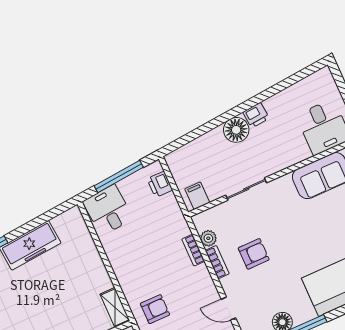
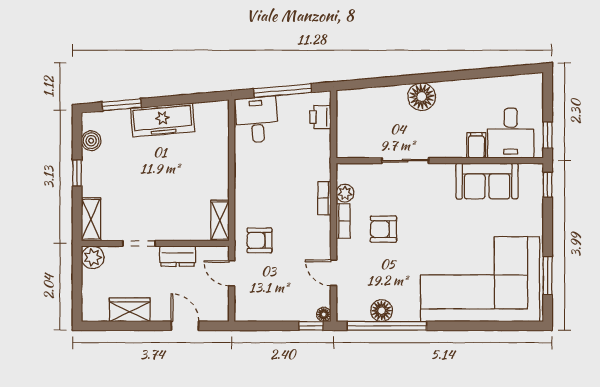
printer: (256, 115) -> (448, 91), removed
filing cabinet: (197, 196) -> (476, 145), moved
armchair: (254, 254) -> (383, 229), turned 180
armchair: (155, 309) -> (259, 240), turned 180

